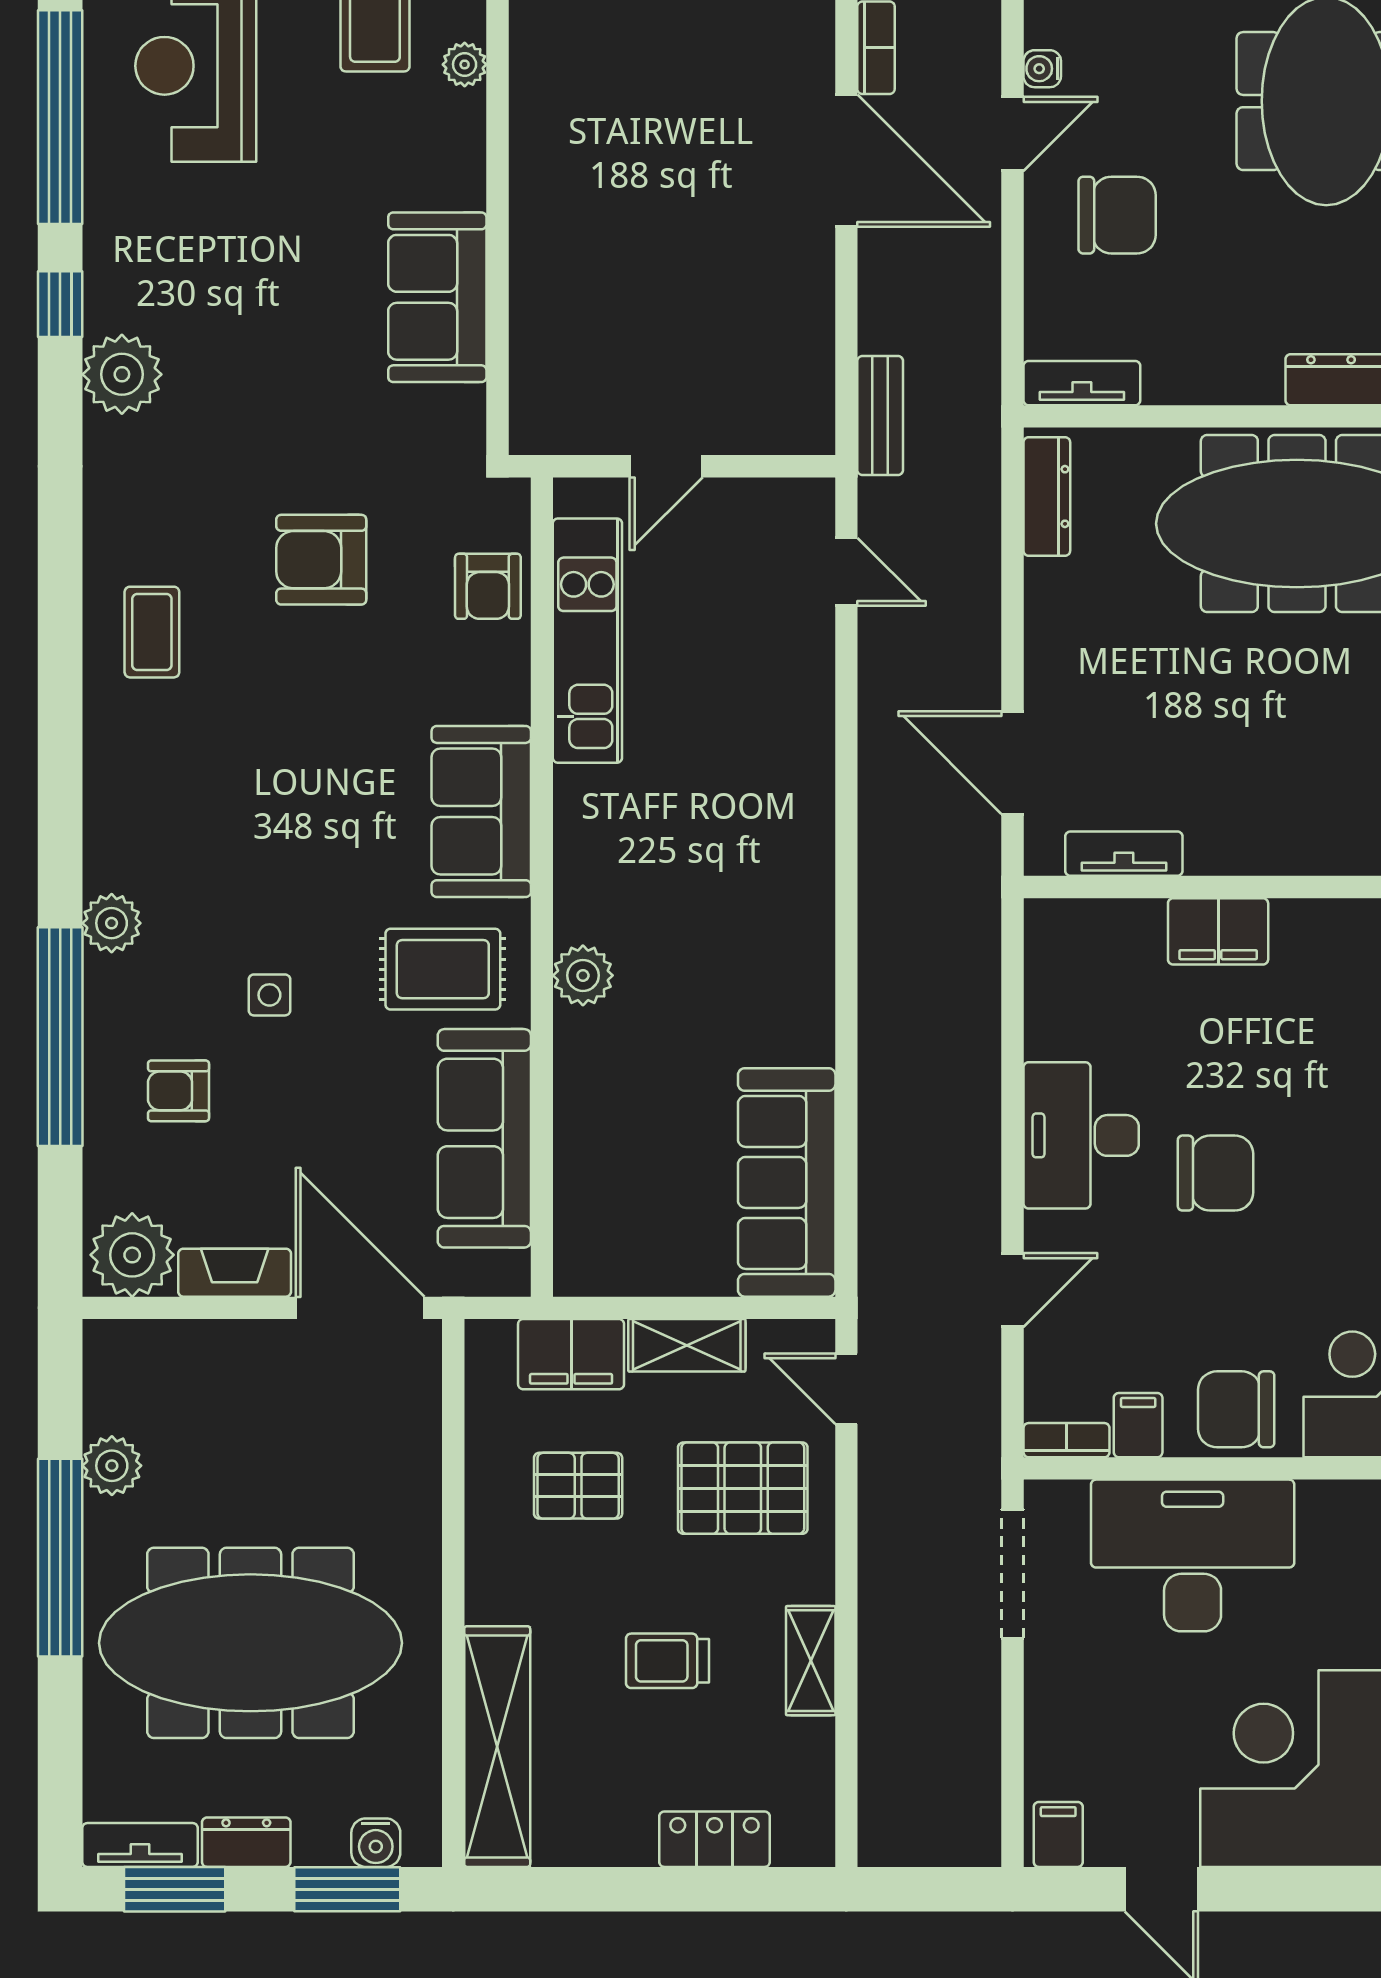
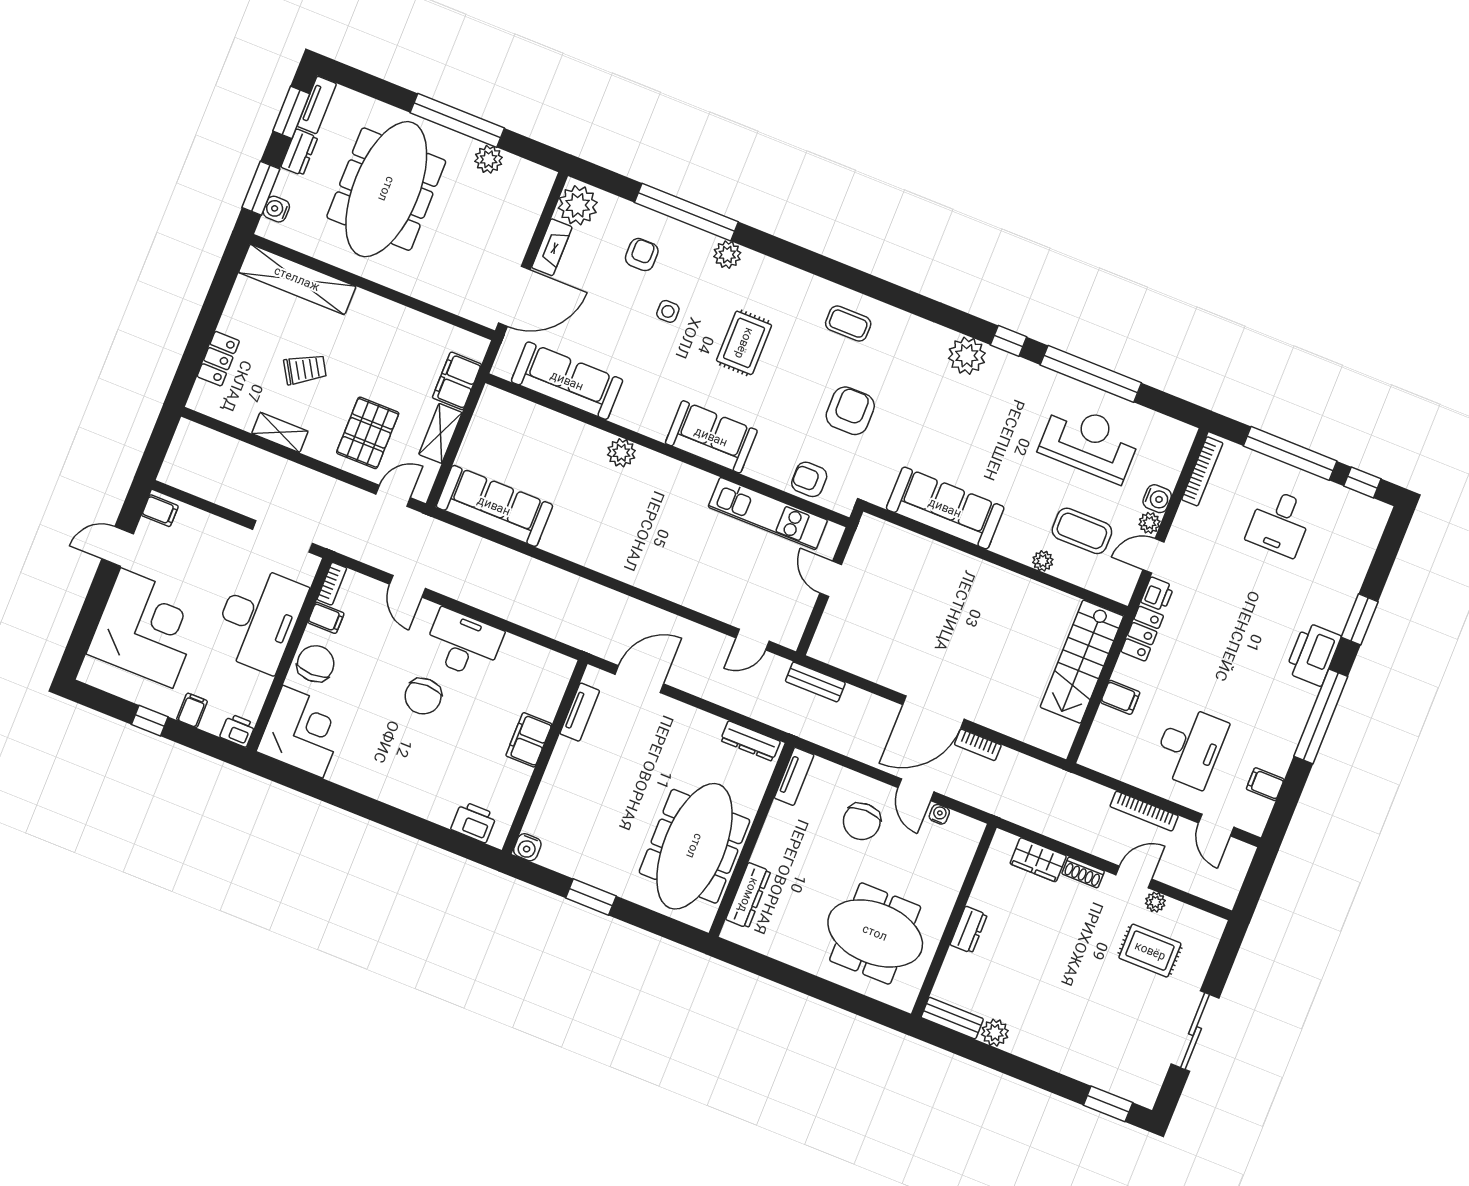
sofa: (437, 297) -> (945, 508), width x1.36
rug: (443, 969) -> (744, 343), moved
pallet: (578, 1486) -> (398, 361), removed
trolley: (667, 1661) -> (305, 369), turned 59

